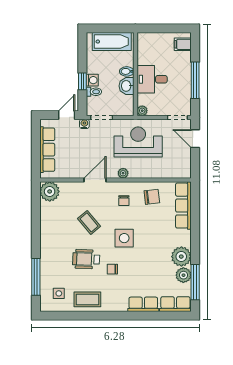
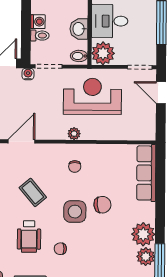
bidet: (127, 71) -> (79, 56), moved
window: (82, 81) -> (26, 23), removed
plant: (142, 111) -> (103, 53), width x1.88, depth x1.88
door: (95, 180) -> (21, 141), moved
chair: (152, 197) -> (102, 205), moved
wheelchair: (86, 259) -> (29, 237), turned -92

